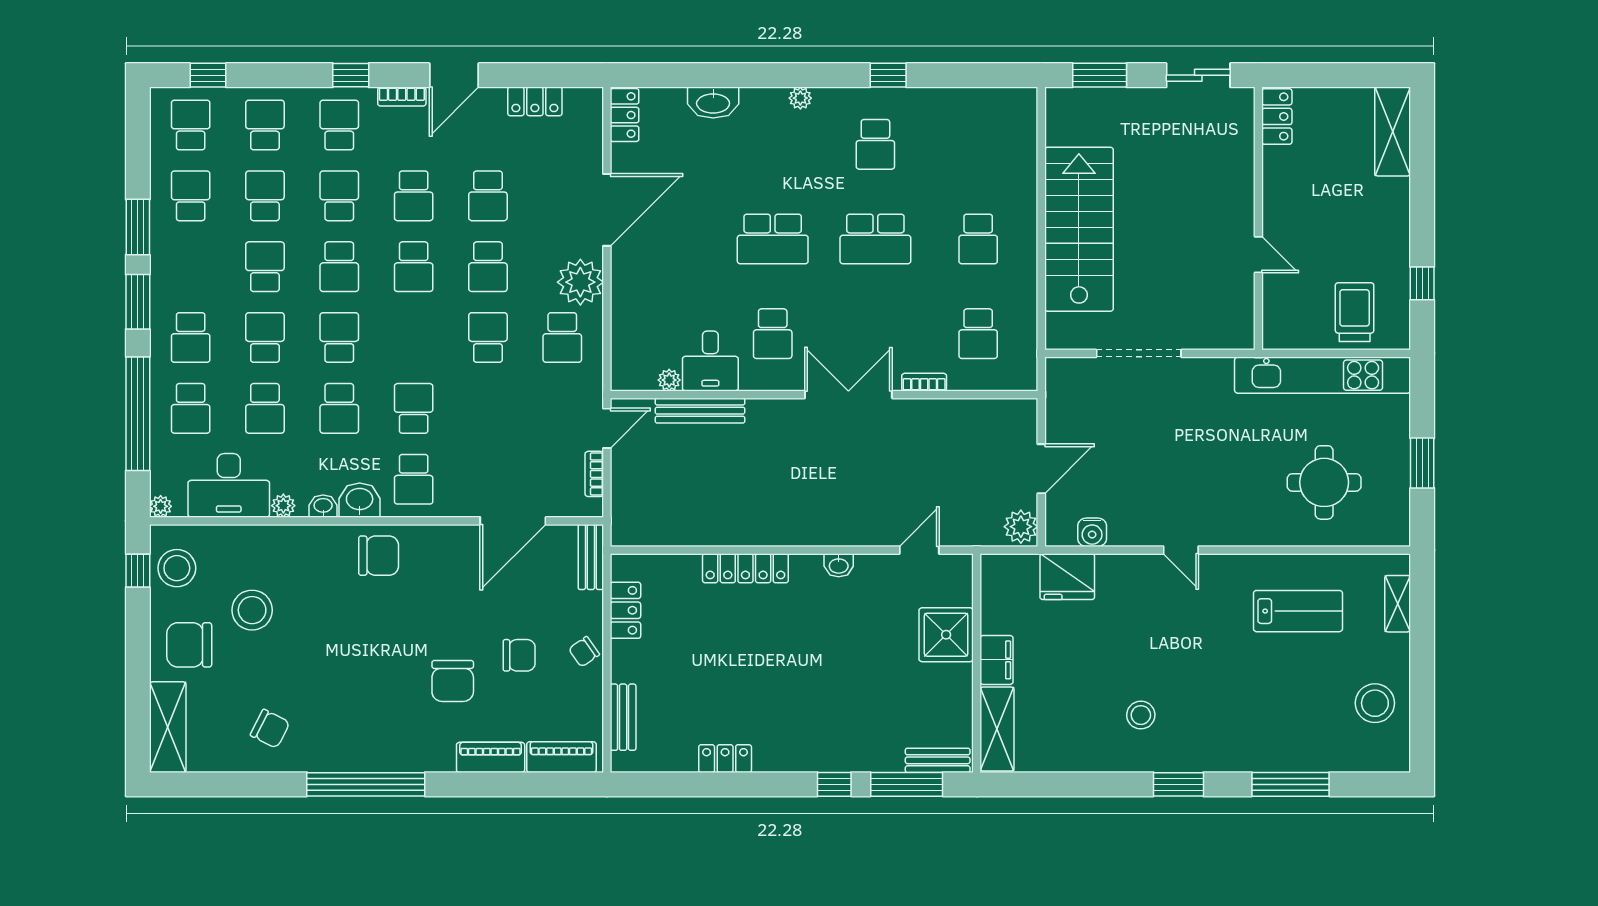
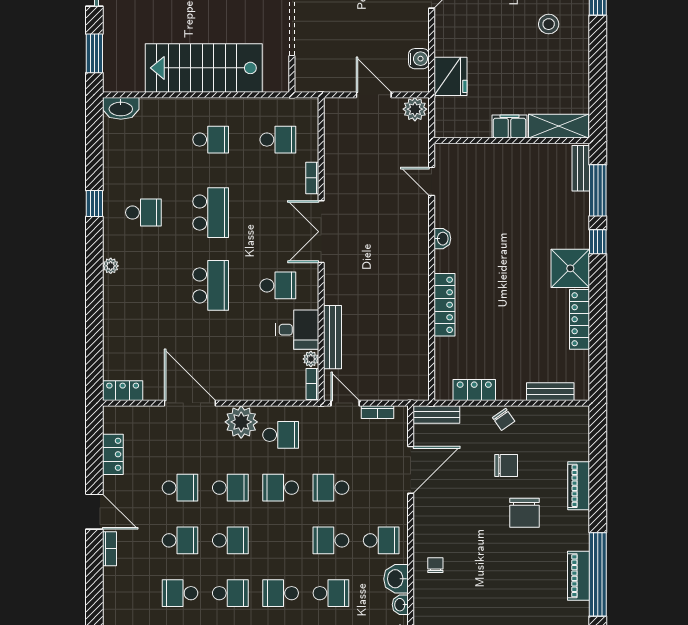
window: (351, 75) -> (94, 585), removed
washbasin: (713, 103) -> (121, 108), moved, turned 90
school desk: (339, 125) -> (331, 488), moved
bookcase: (634, 382) -> (312, 384), added
door: (513, 521) -> (411, 470), hinge flipped
chair: (379, 556) -> (435, 565), width x0.54, depth x0.54
shower: (946, 635) -> (570, 268), moved
chair: (519, 655) -> (506, 465), turned 90
chair: (453, 681) -> (524, 513), turned 90
piano: (561, 757) -> (579, 576), moved
locker: (725, 759) -> (580, 319), width x1.53

